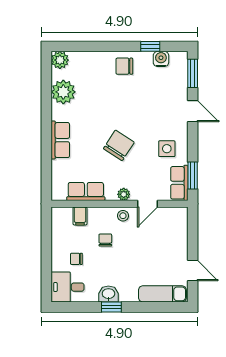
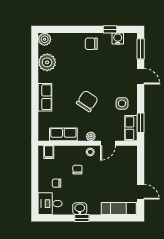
filing cabinet: (80, 216) -> (49, 152), moved

